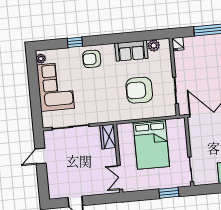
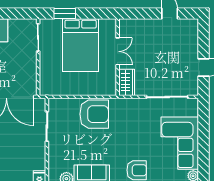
armchair: (139, 90) -> (94, 114), moved
bed: (151, 144) -> (81, 45), moved, turned 180
double door: (120, 177) -> (118, 51), moved

